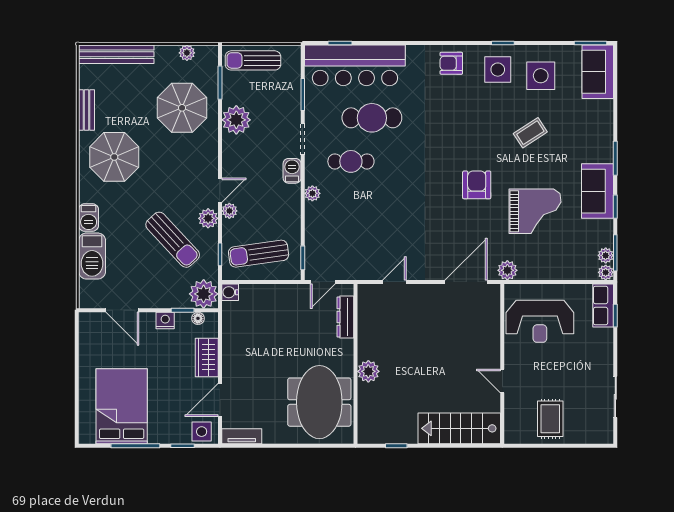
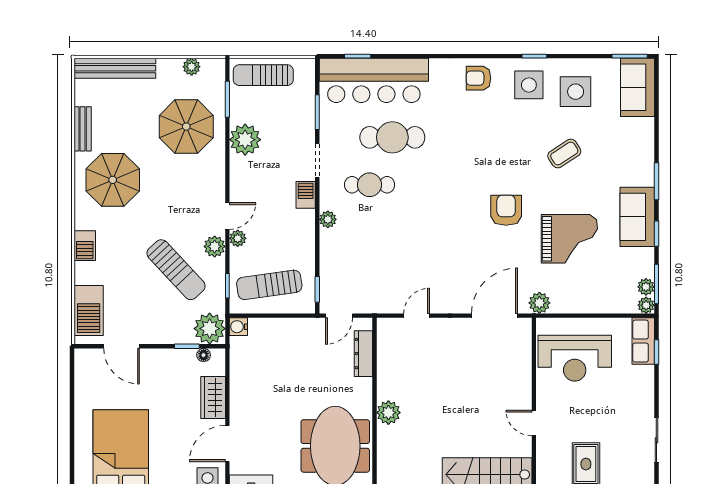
barbecue: (92, 256) -> (89, 311), moved
nightstand: (165, 320) -> (168, 357), removed

